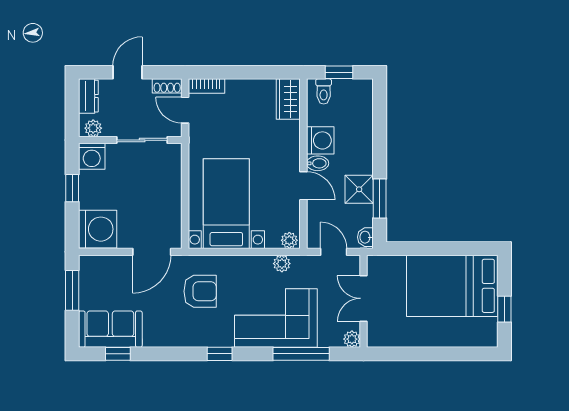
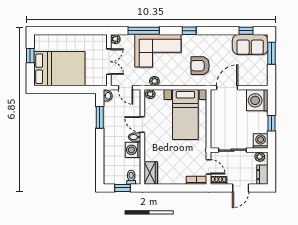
shower: (359, 189) -> (111, 123), removed
window: (72, 290) -> (271, 53), moved

